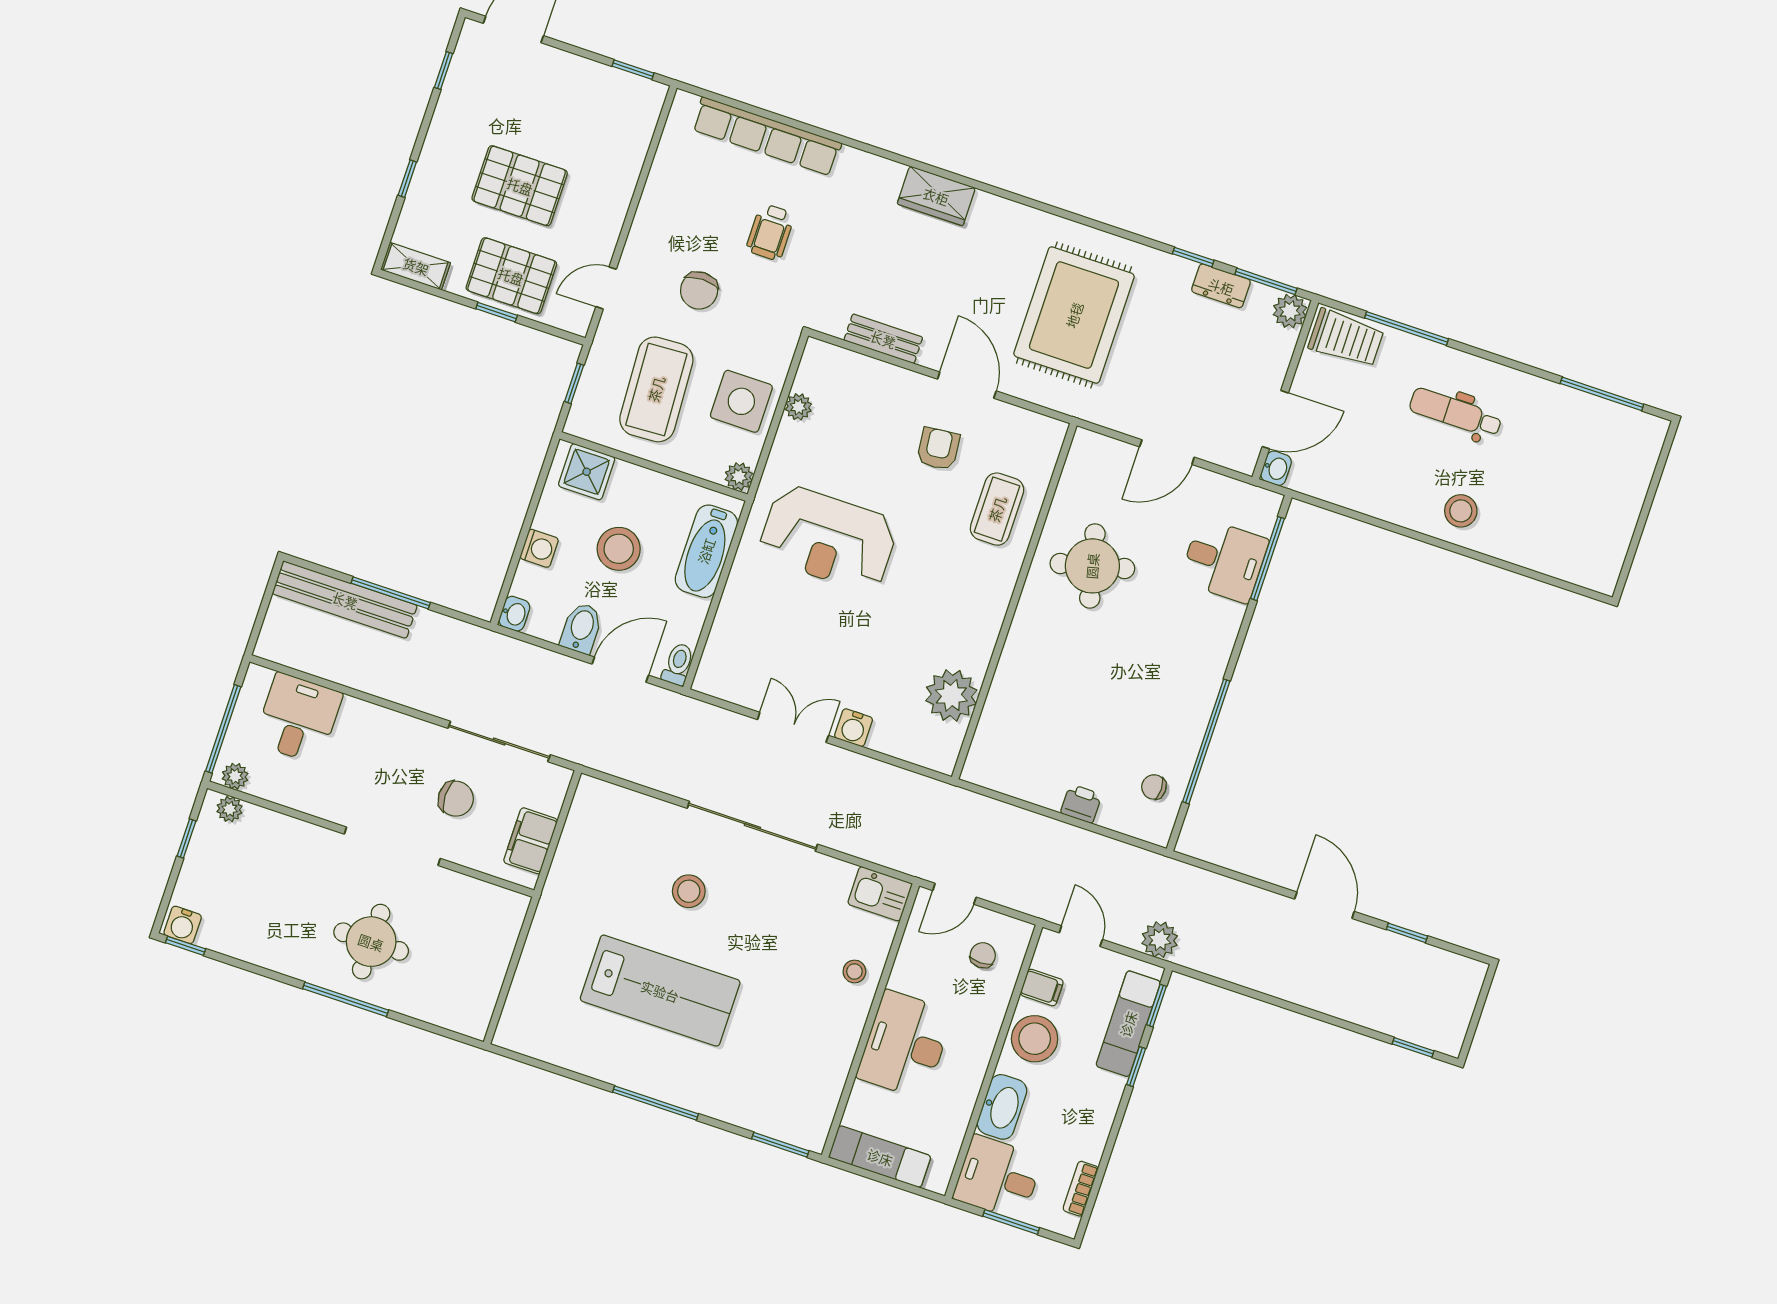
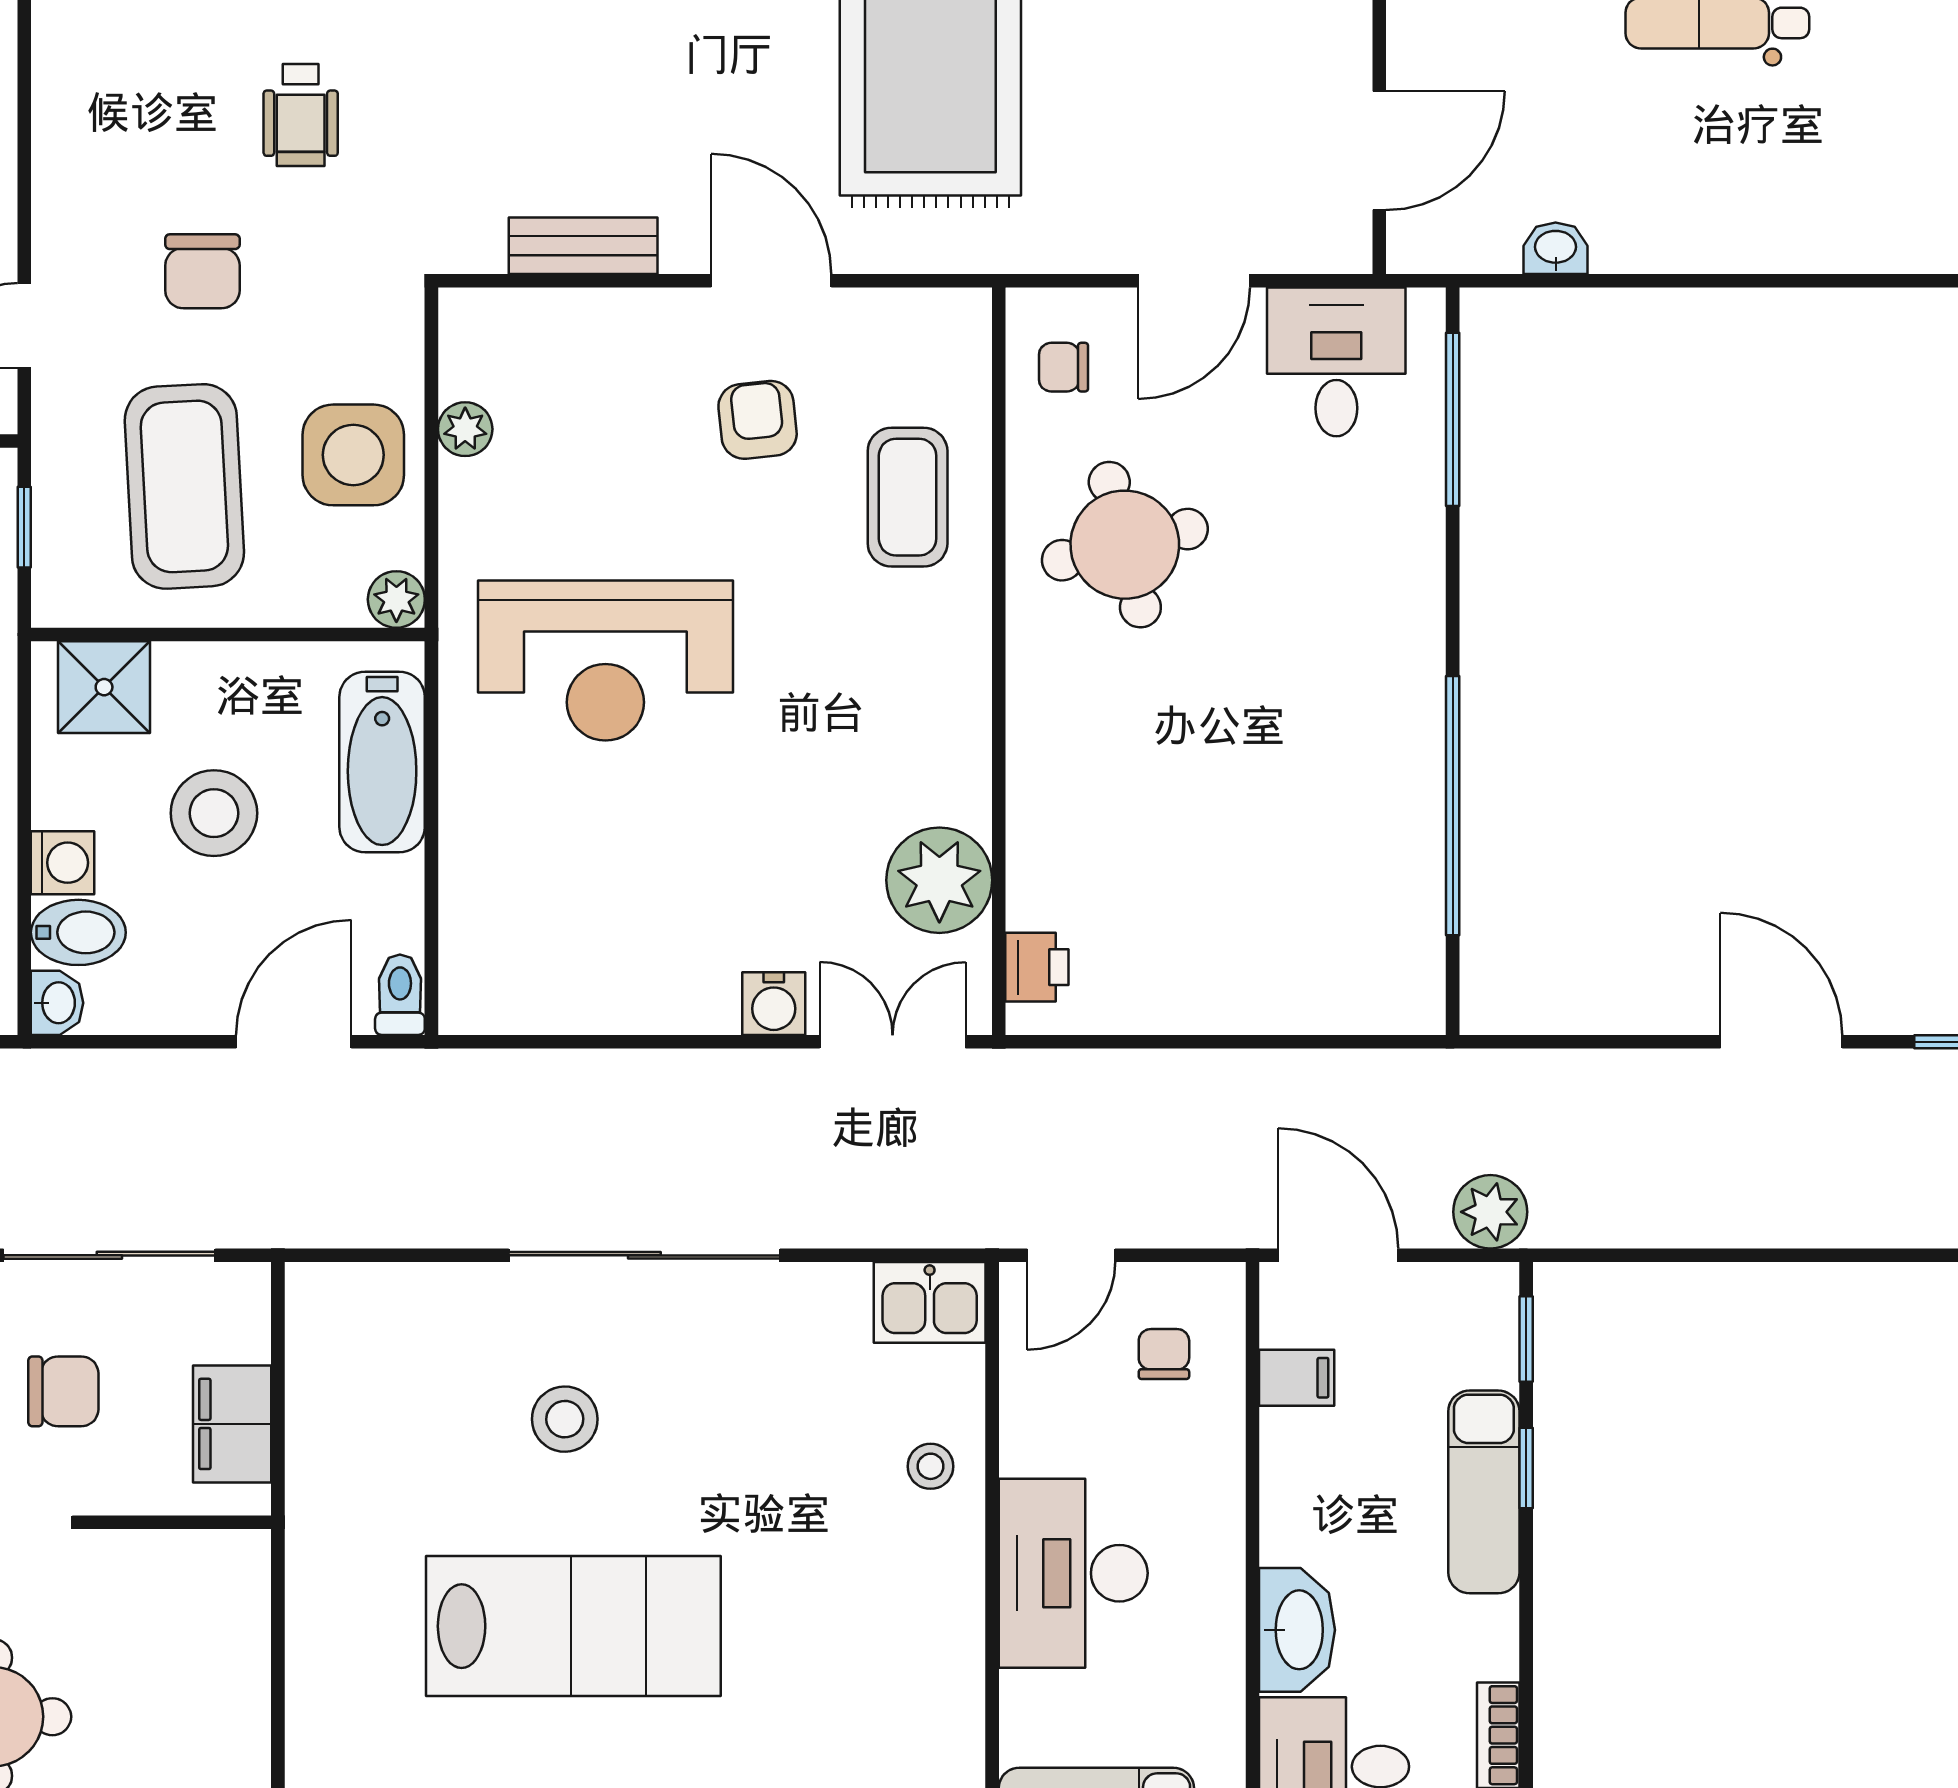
washbasin: (1276, 468) -> (1556, 248), moved, turned -90
stool: (1461, 511) -> (1790, 206), removed
desk: (1224, 561) -> (1336, 362), moved, turned -90
bidet: (581, 628) -> (78, 932), moved, turned 90
double door: (793, 727) -> (893, 1042), moved
chair: (1154, 787) -> (1064, 367), moved
printer: (1081, 804) -> (1037, 967), moved, turned 90
door: (1081, 936) -> (1338, 1255), width x1.38
exam couch: (1128, 1024) -> (1484, 1492), moved
stool: (1035, 1039) -> (1316, 1479), removed

